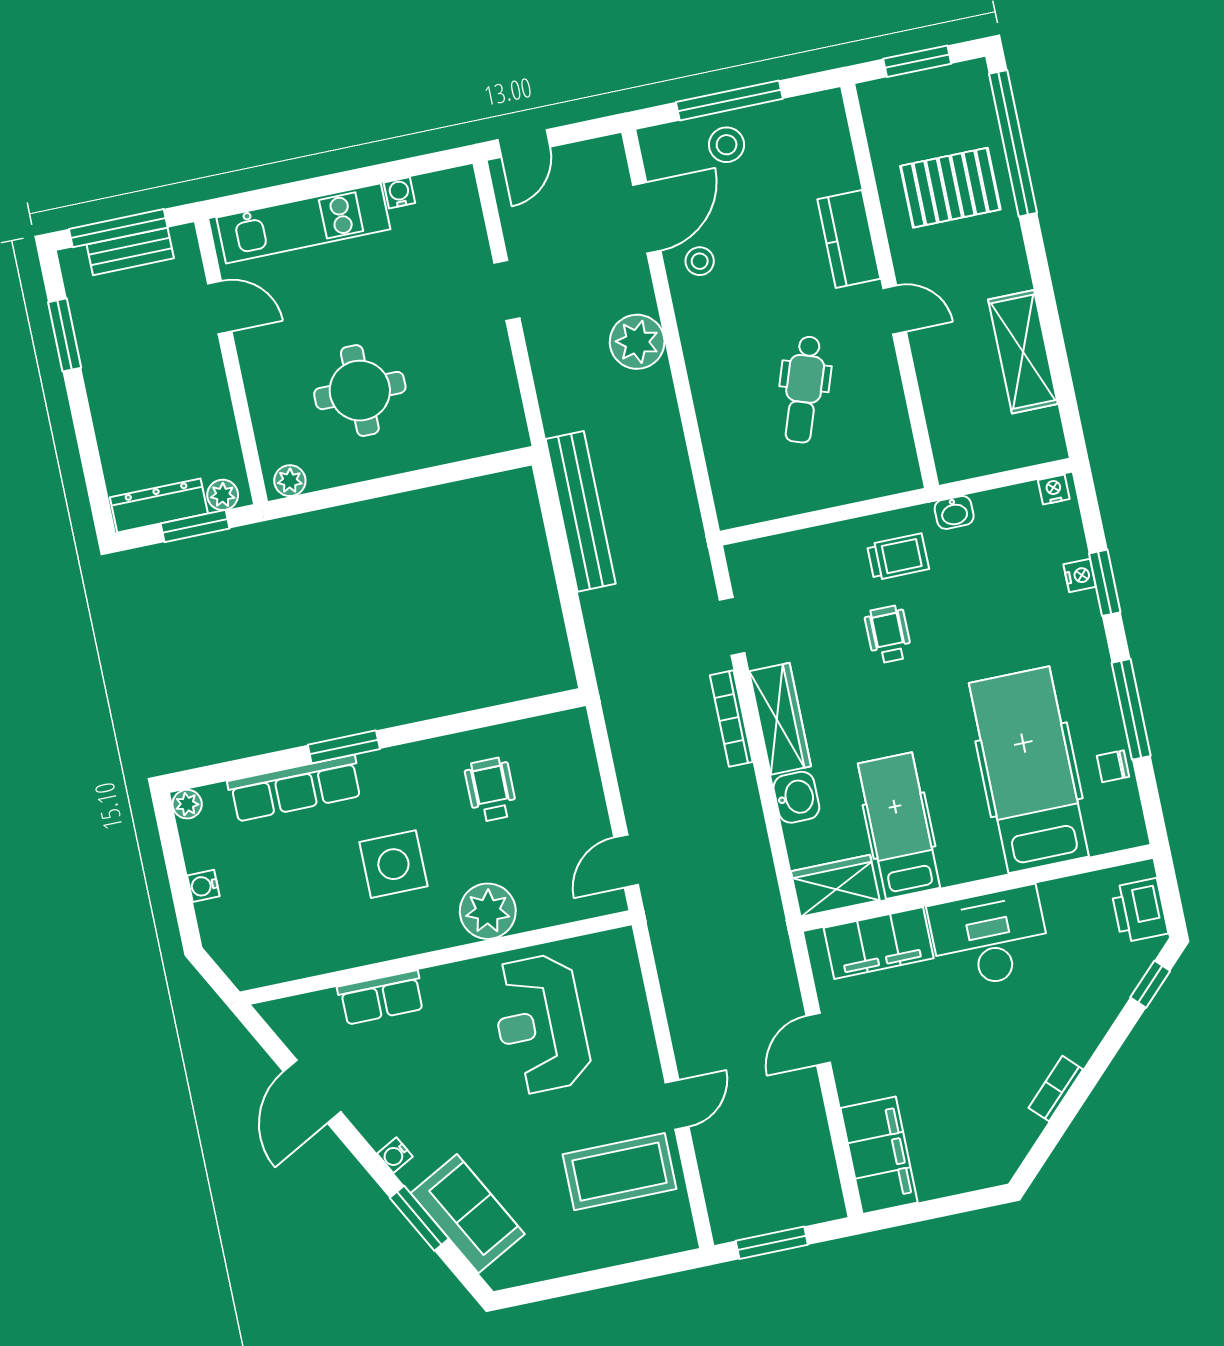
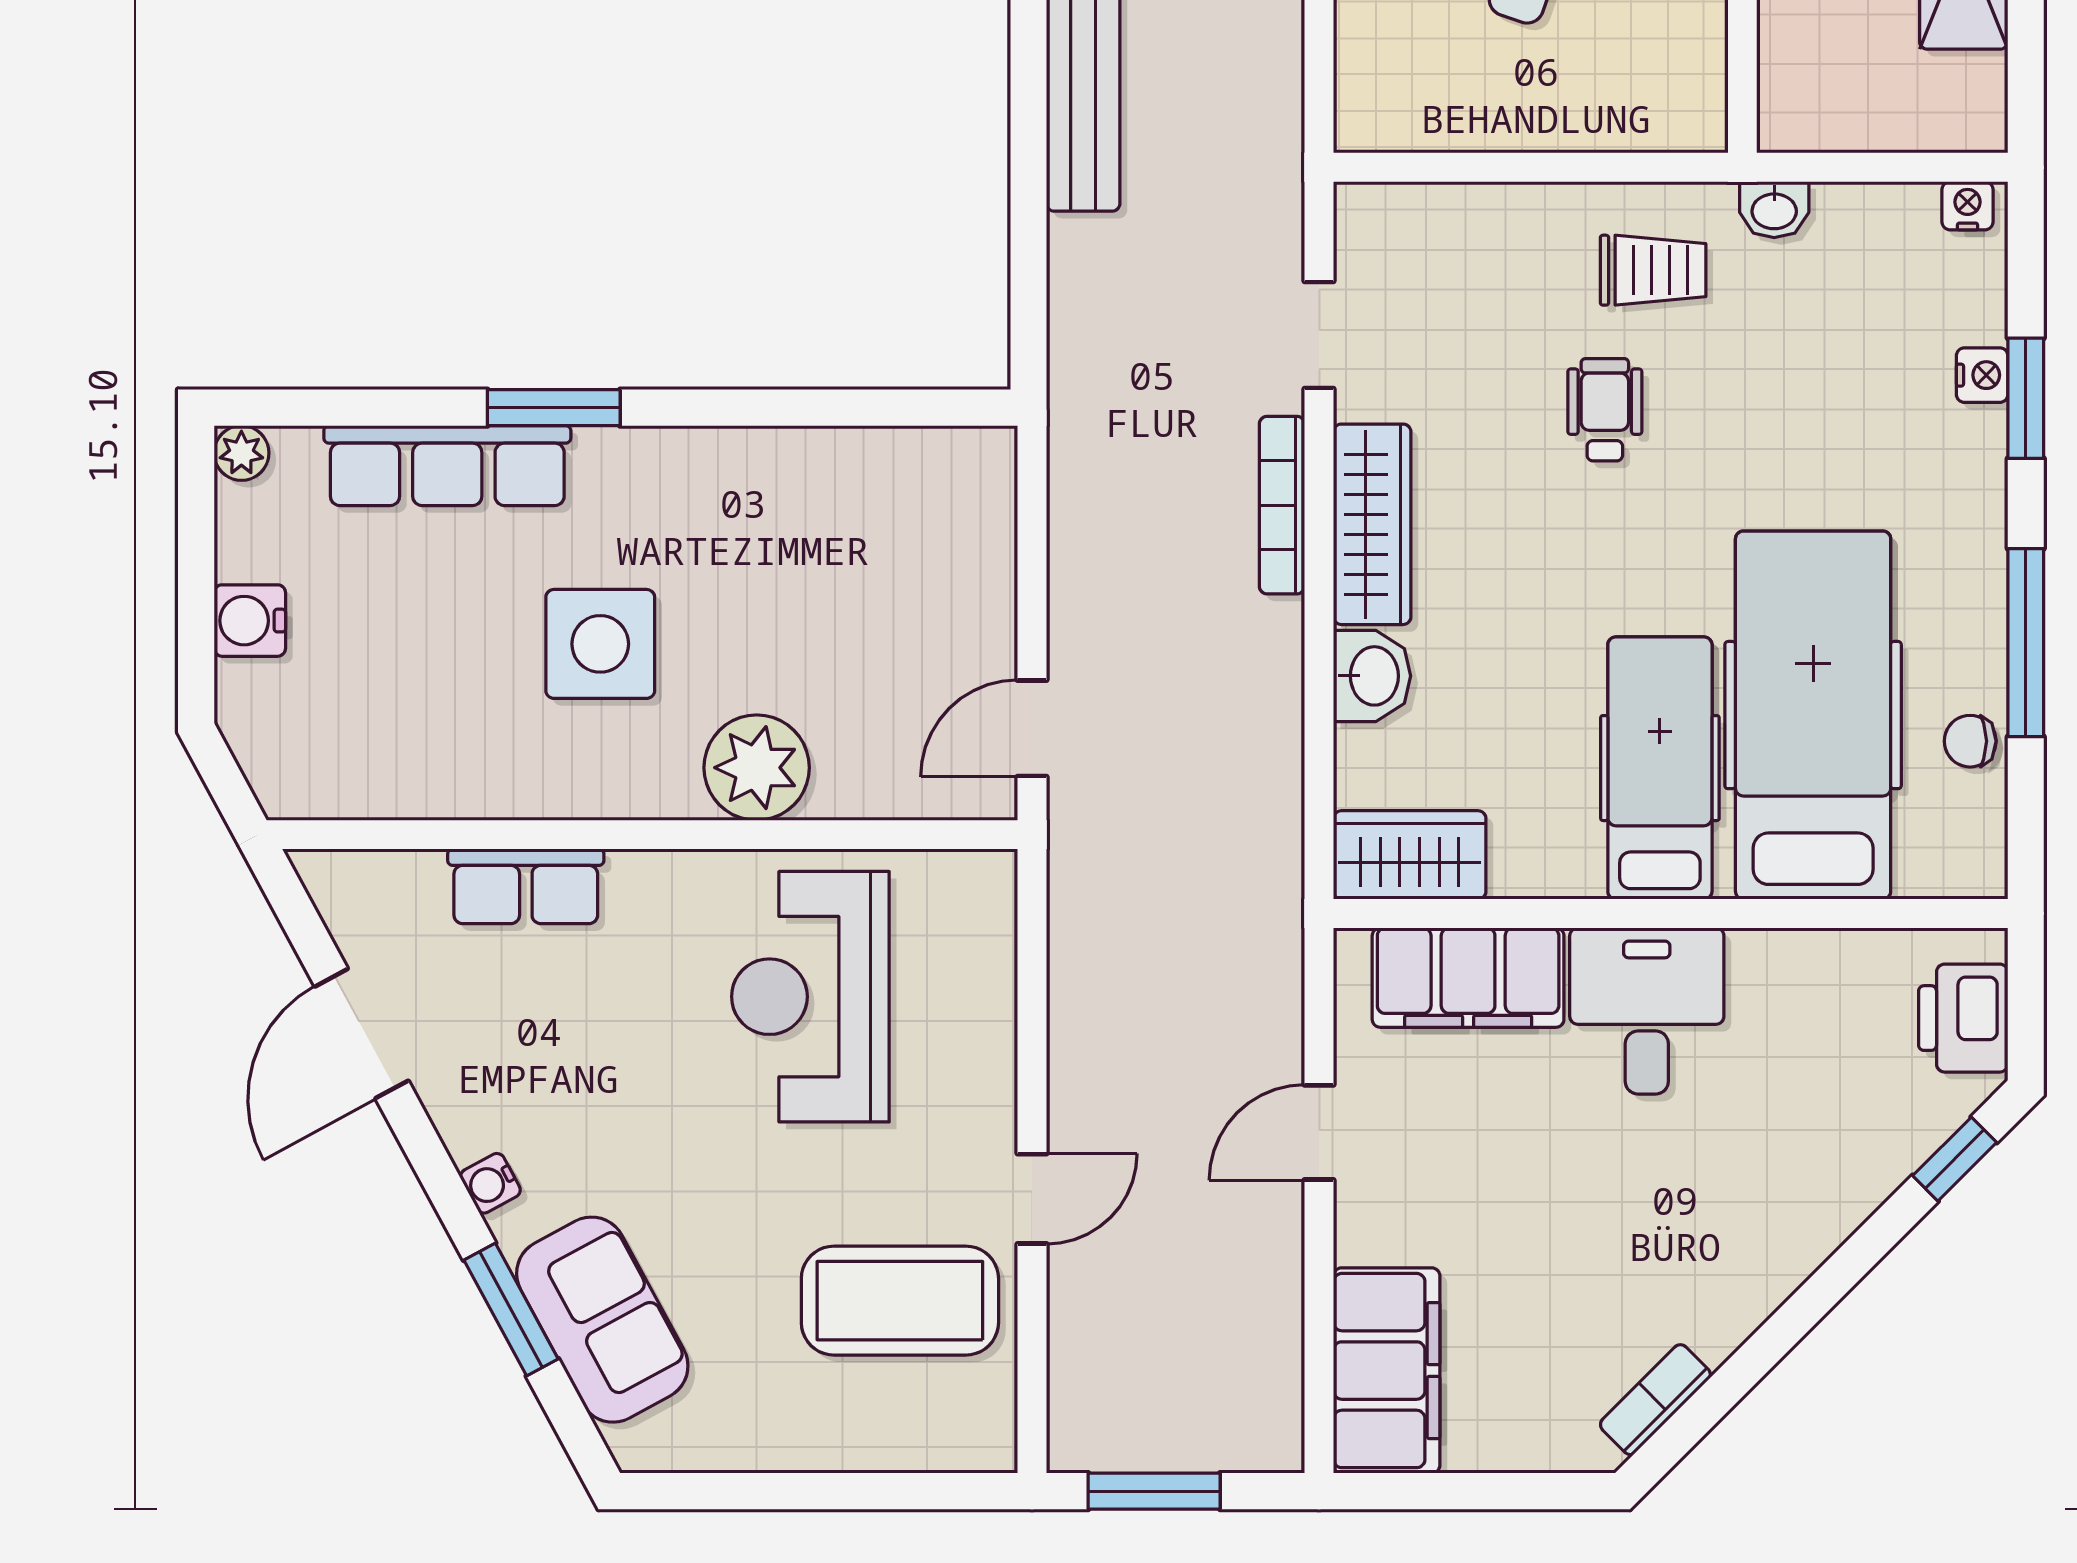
wheelchair: (491, 790) -> (809, 544), removed
hospital bed: (899, 826) -> (1660, 768), moved
water cooler: (203, 886) -> (250, 621), width x1.38, depth x1.38
desk: (990, 938) -> (1647, 1011), width x0.73
bookcase: (1056, 1089) -> (1655, 1400), moved

